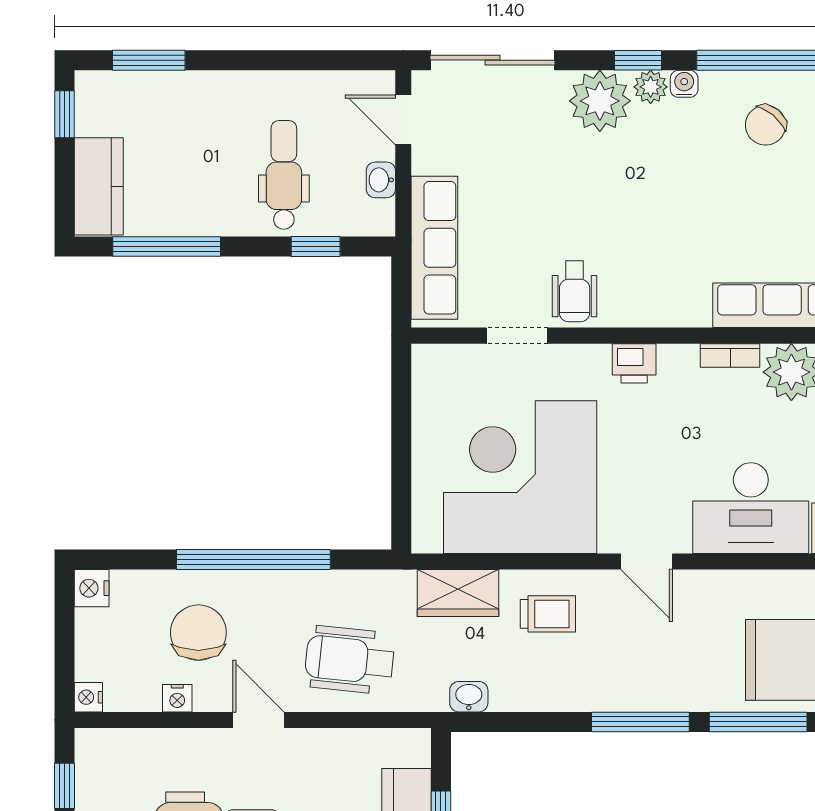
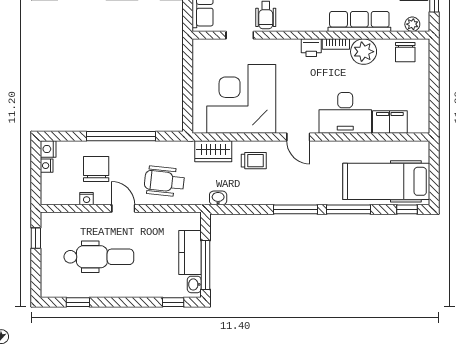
printer: (634, 363) -> (311, 48), moved
nightstand: (88, 697) -> (47, 166), moved

